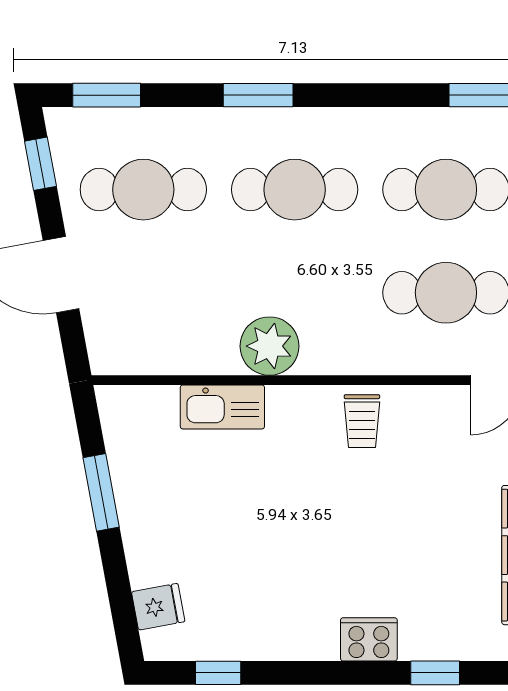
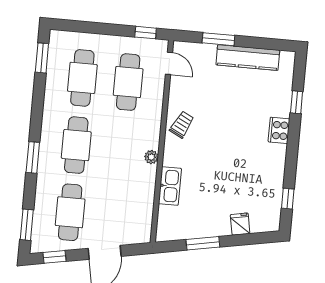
plant: (269, 346) -> (151, 157), width x0.53, depth x0.53
trolley: (362, 421) -> (182, 125), turned -63
fridge: (158, 607) -> (240, 224), moved

